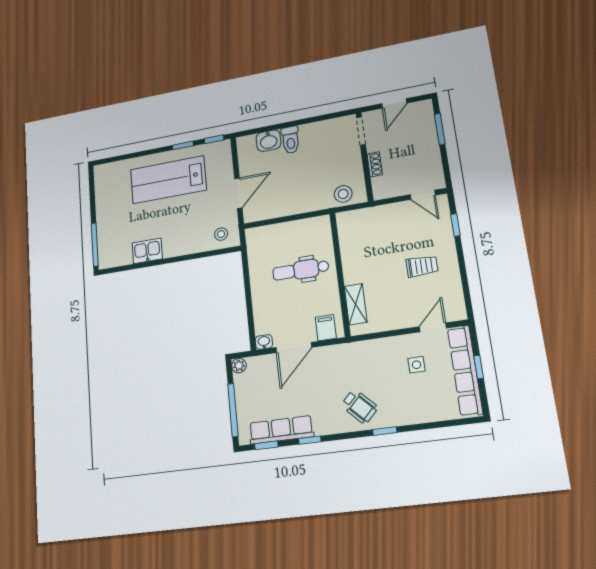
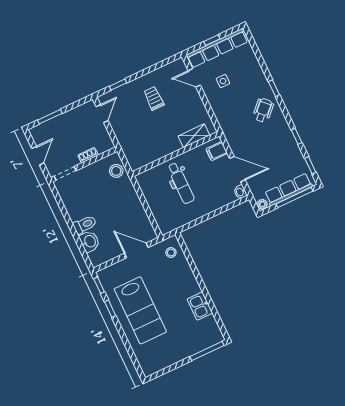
door: (394, 103) -> (38, 156), hinge flipped
row of seats: (281, 430) -> (289, 190), moved, turned 90

